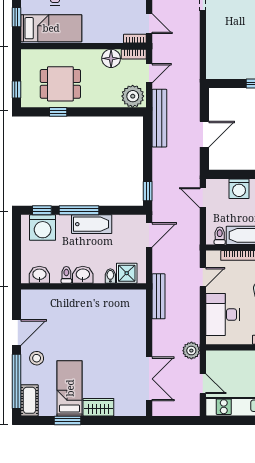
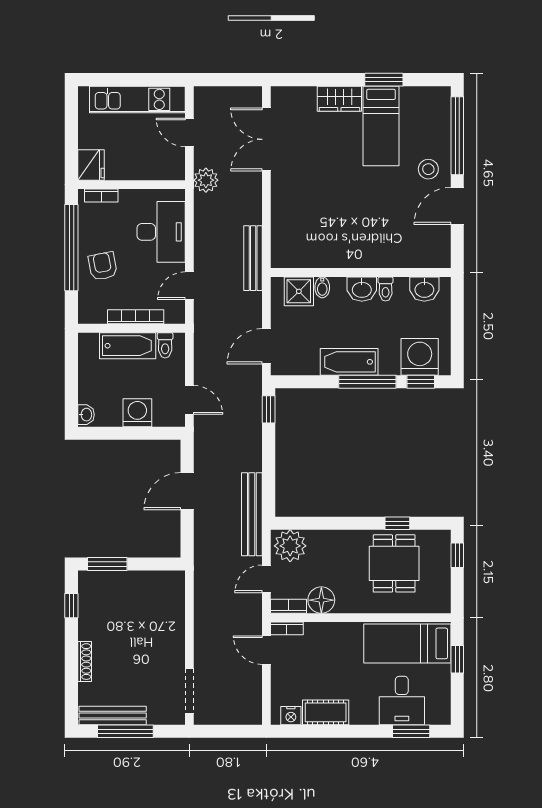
dining table: (60, 84) -> (394, 563), turned 90
cot: (29, 400) -> (439, 109), removed

